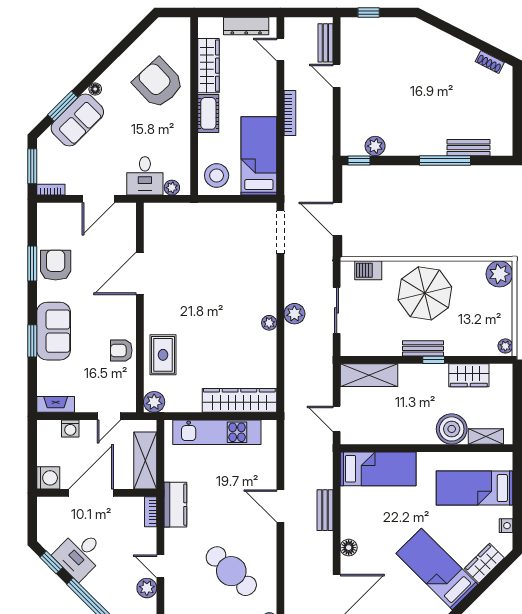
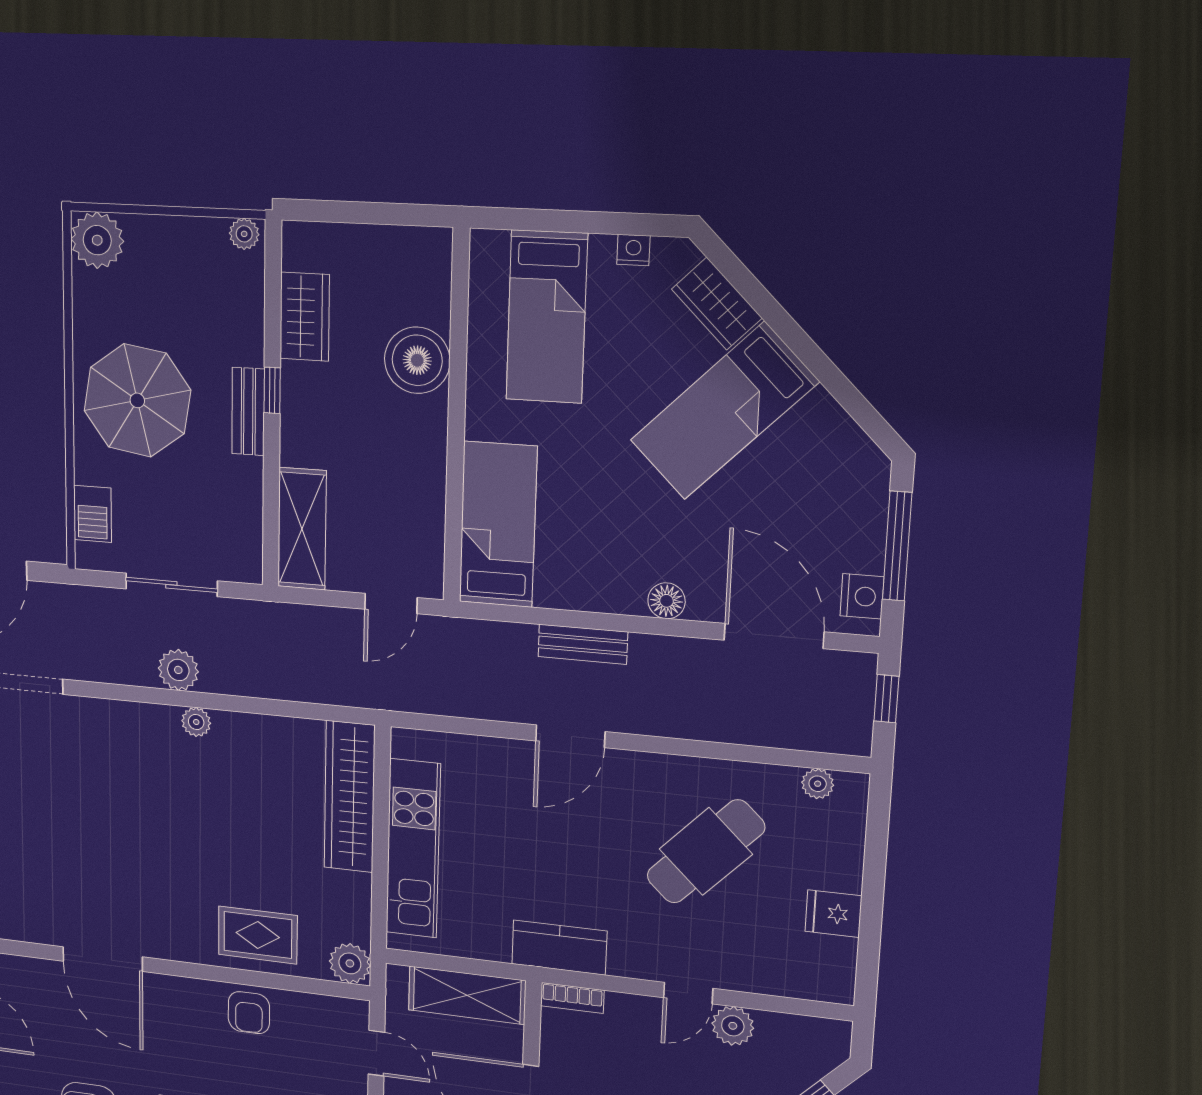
shelving: (486, 436) -> (435, 286), removed

